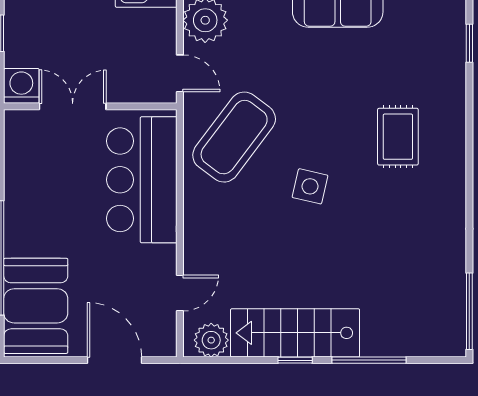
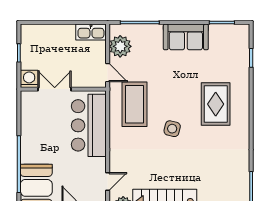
coffee table: (234, 137) -> (135, 104), turned -37
rug: (398, 137) -> (216, 104), width x1.36, depth x1.43

